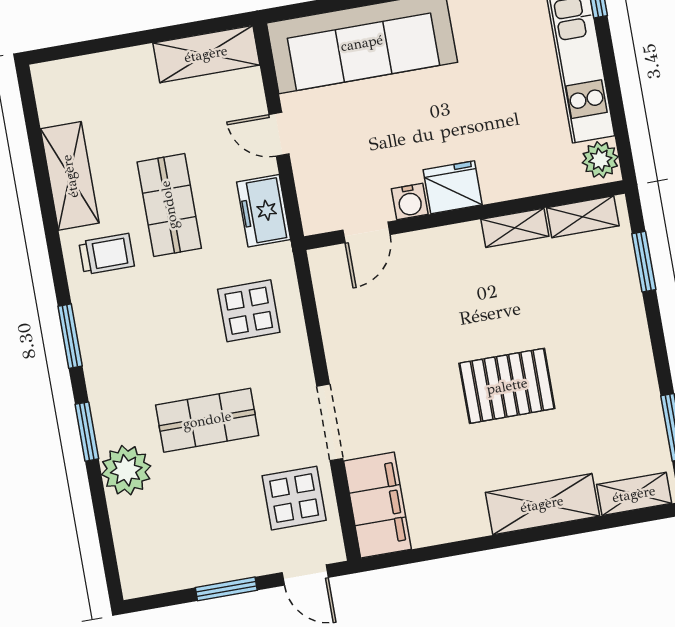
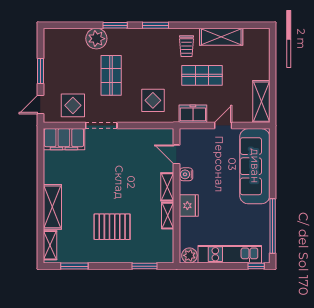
fridge: (453, 187) -> (189, 206), moved
shelving: (583, 217) -> (167, 187), moved
pallet: (507, 386) -> (112, 227), moved, turned 90

